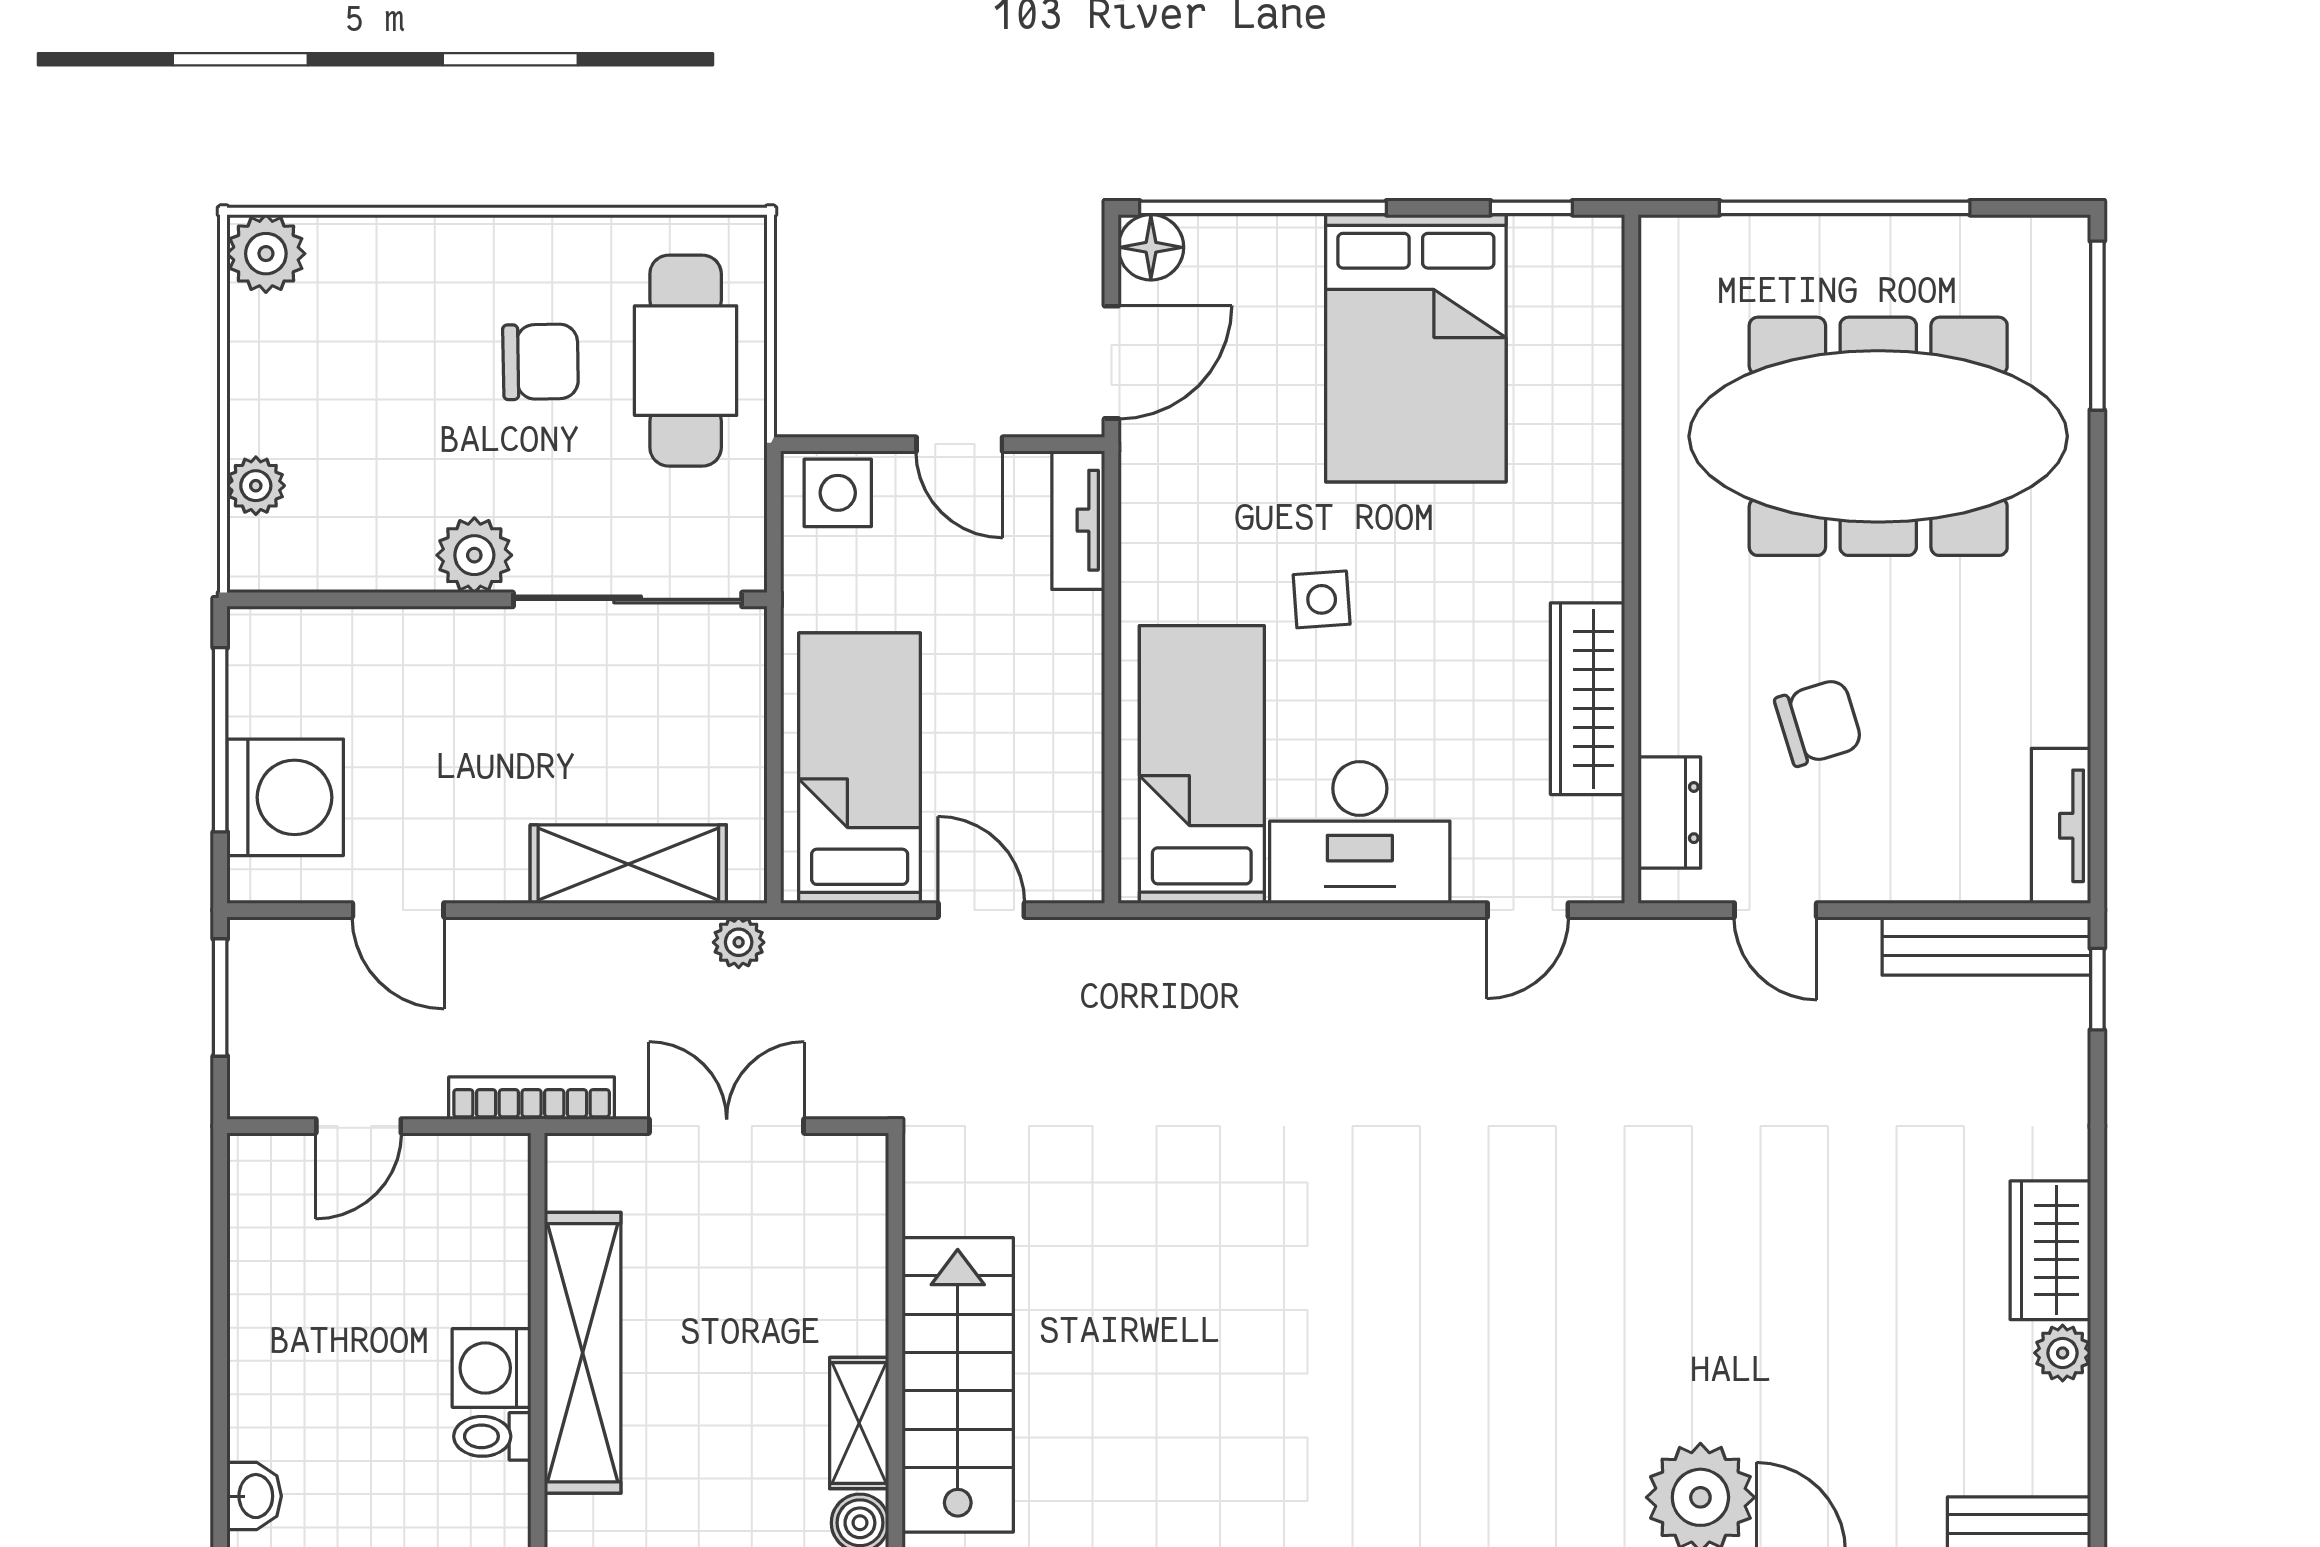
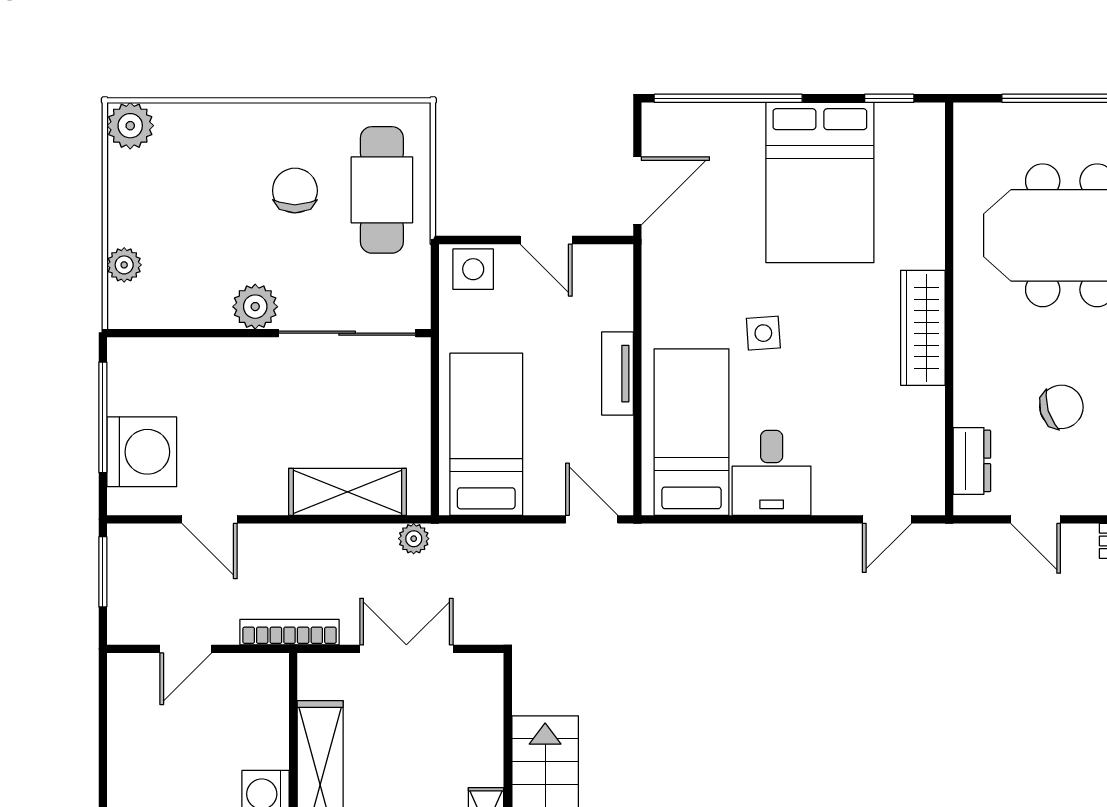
floor lamp: (1151, 247) -> (661, 122), removed
chair: (541, 362) -> (295, 191), turned -89
tv unit: (1078, 520) -> (617, 374), moved
wardrobe: (1588, 699) -> (923, 328), moved
desk: (1360, 832) -> (772, 473), width x0.73
door: (981, 910) -> (592, 519), moved

